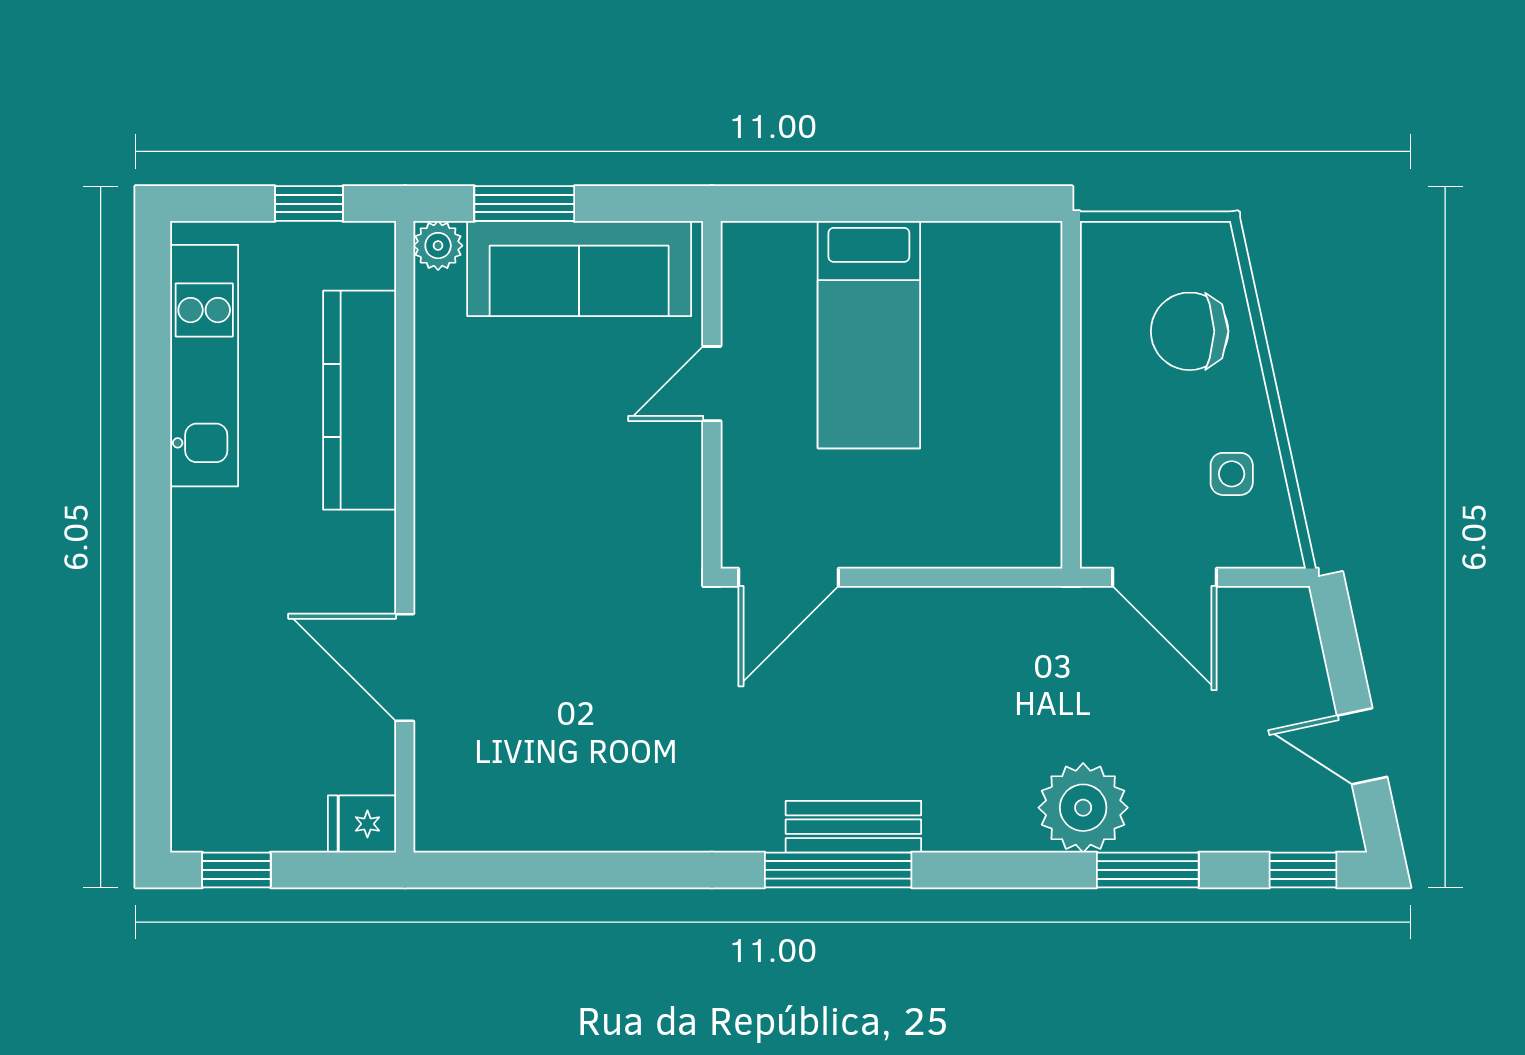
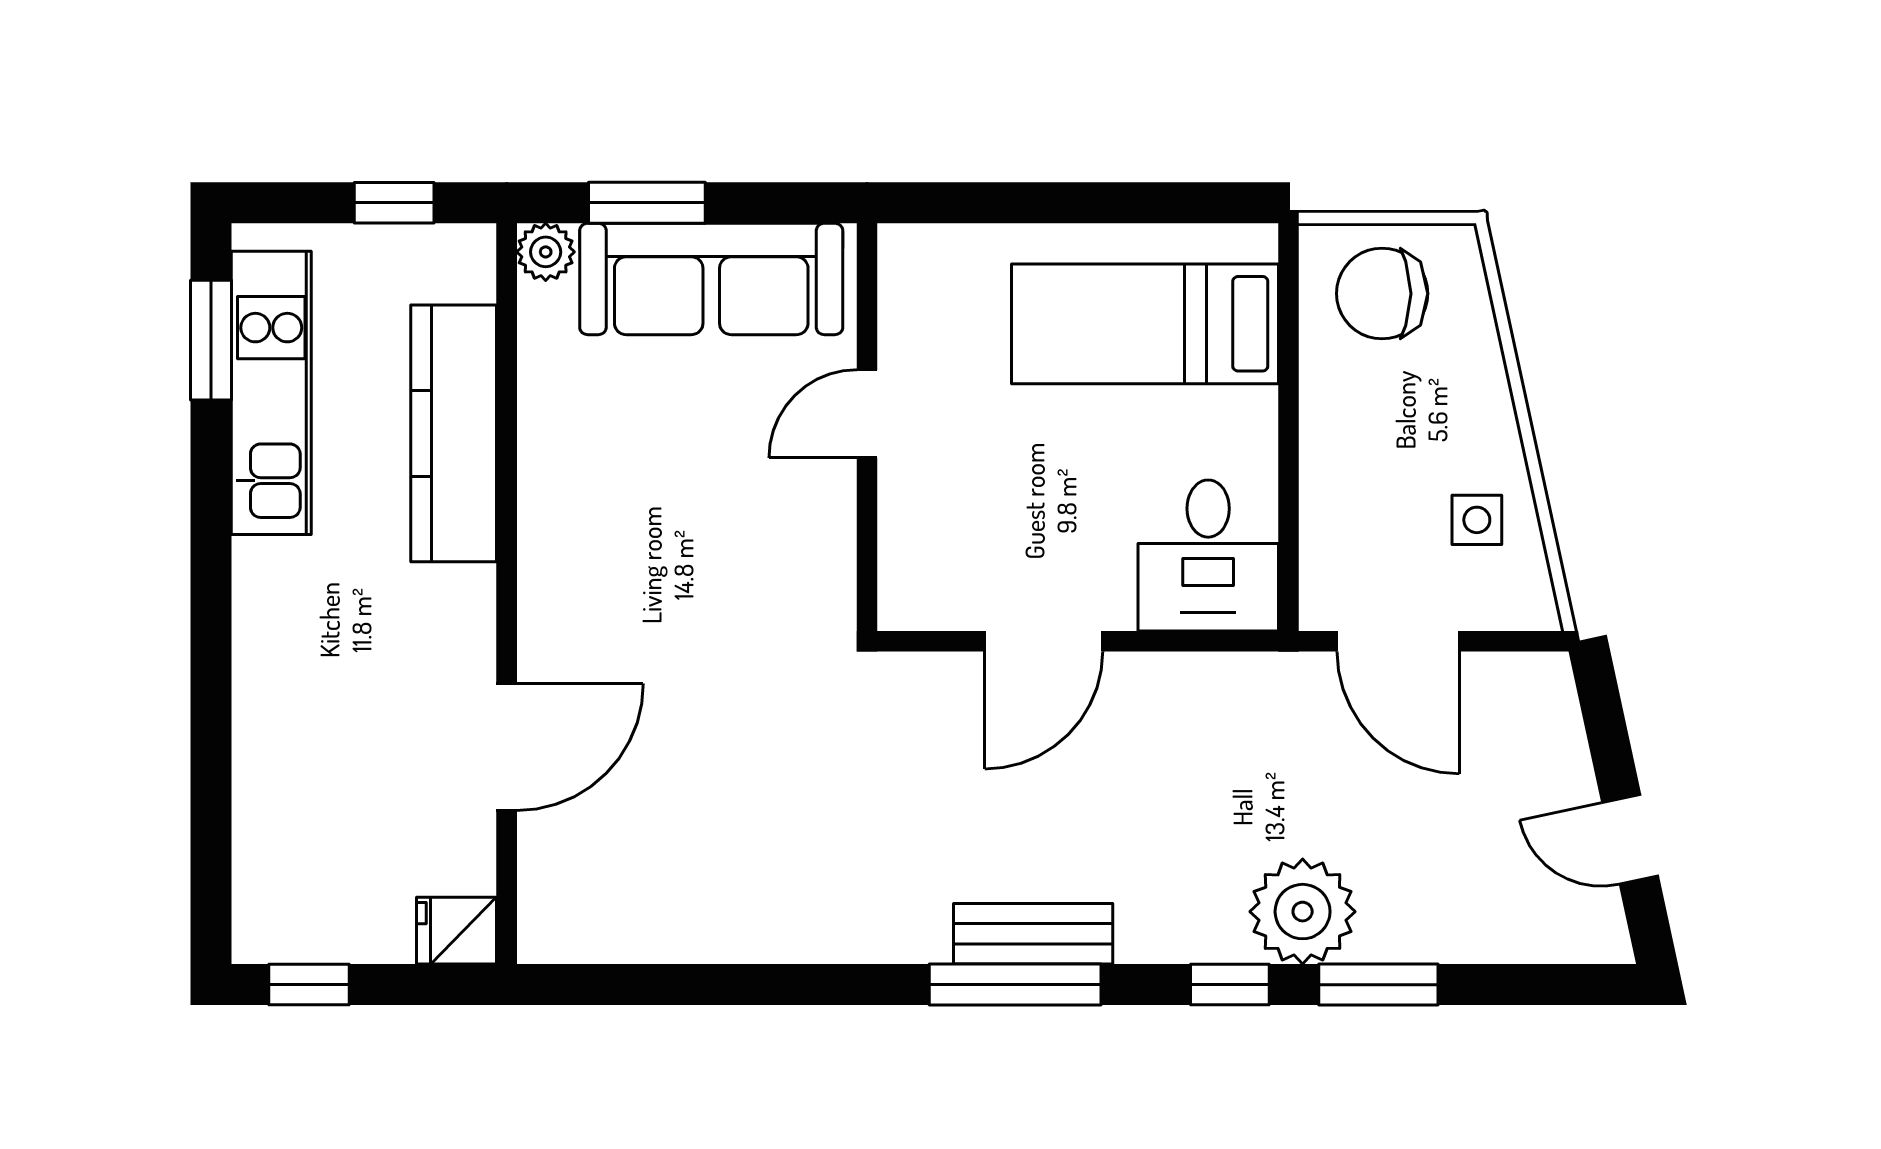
window: (153, 321) -> (211, 340), added
chair: (1190, 331) -> (1382, 294), moved
bed: (869, 335) -> (1145, 324), moved, turned 90
desk: (1003, 504) -> (1208, 555), added
door: (788, 577) -> (1044, 641), moved
door: (405, 667) -> (507, 747), swing flipped
window: (1303, 870) -> (1230, 985), moved

